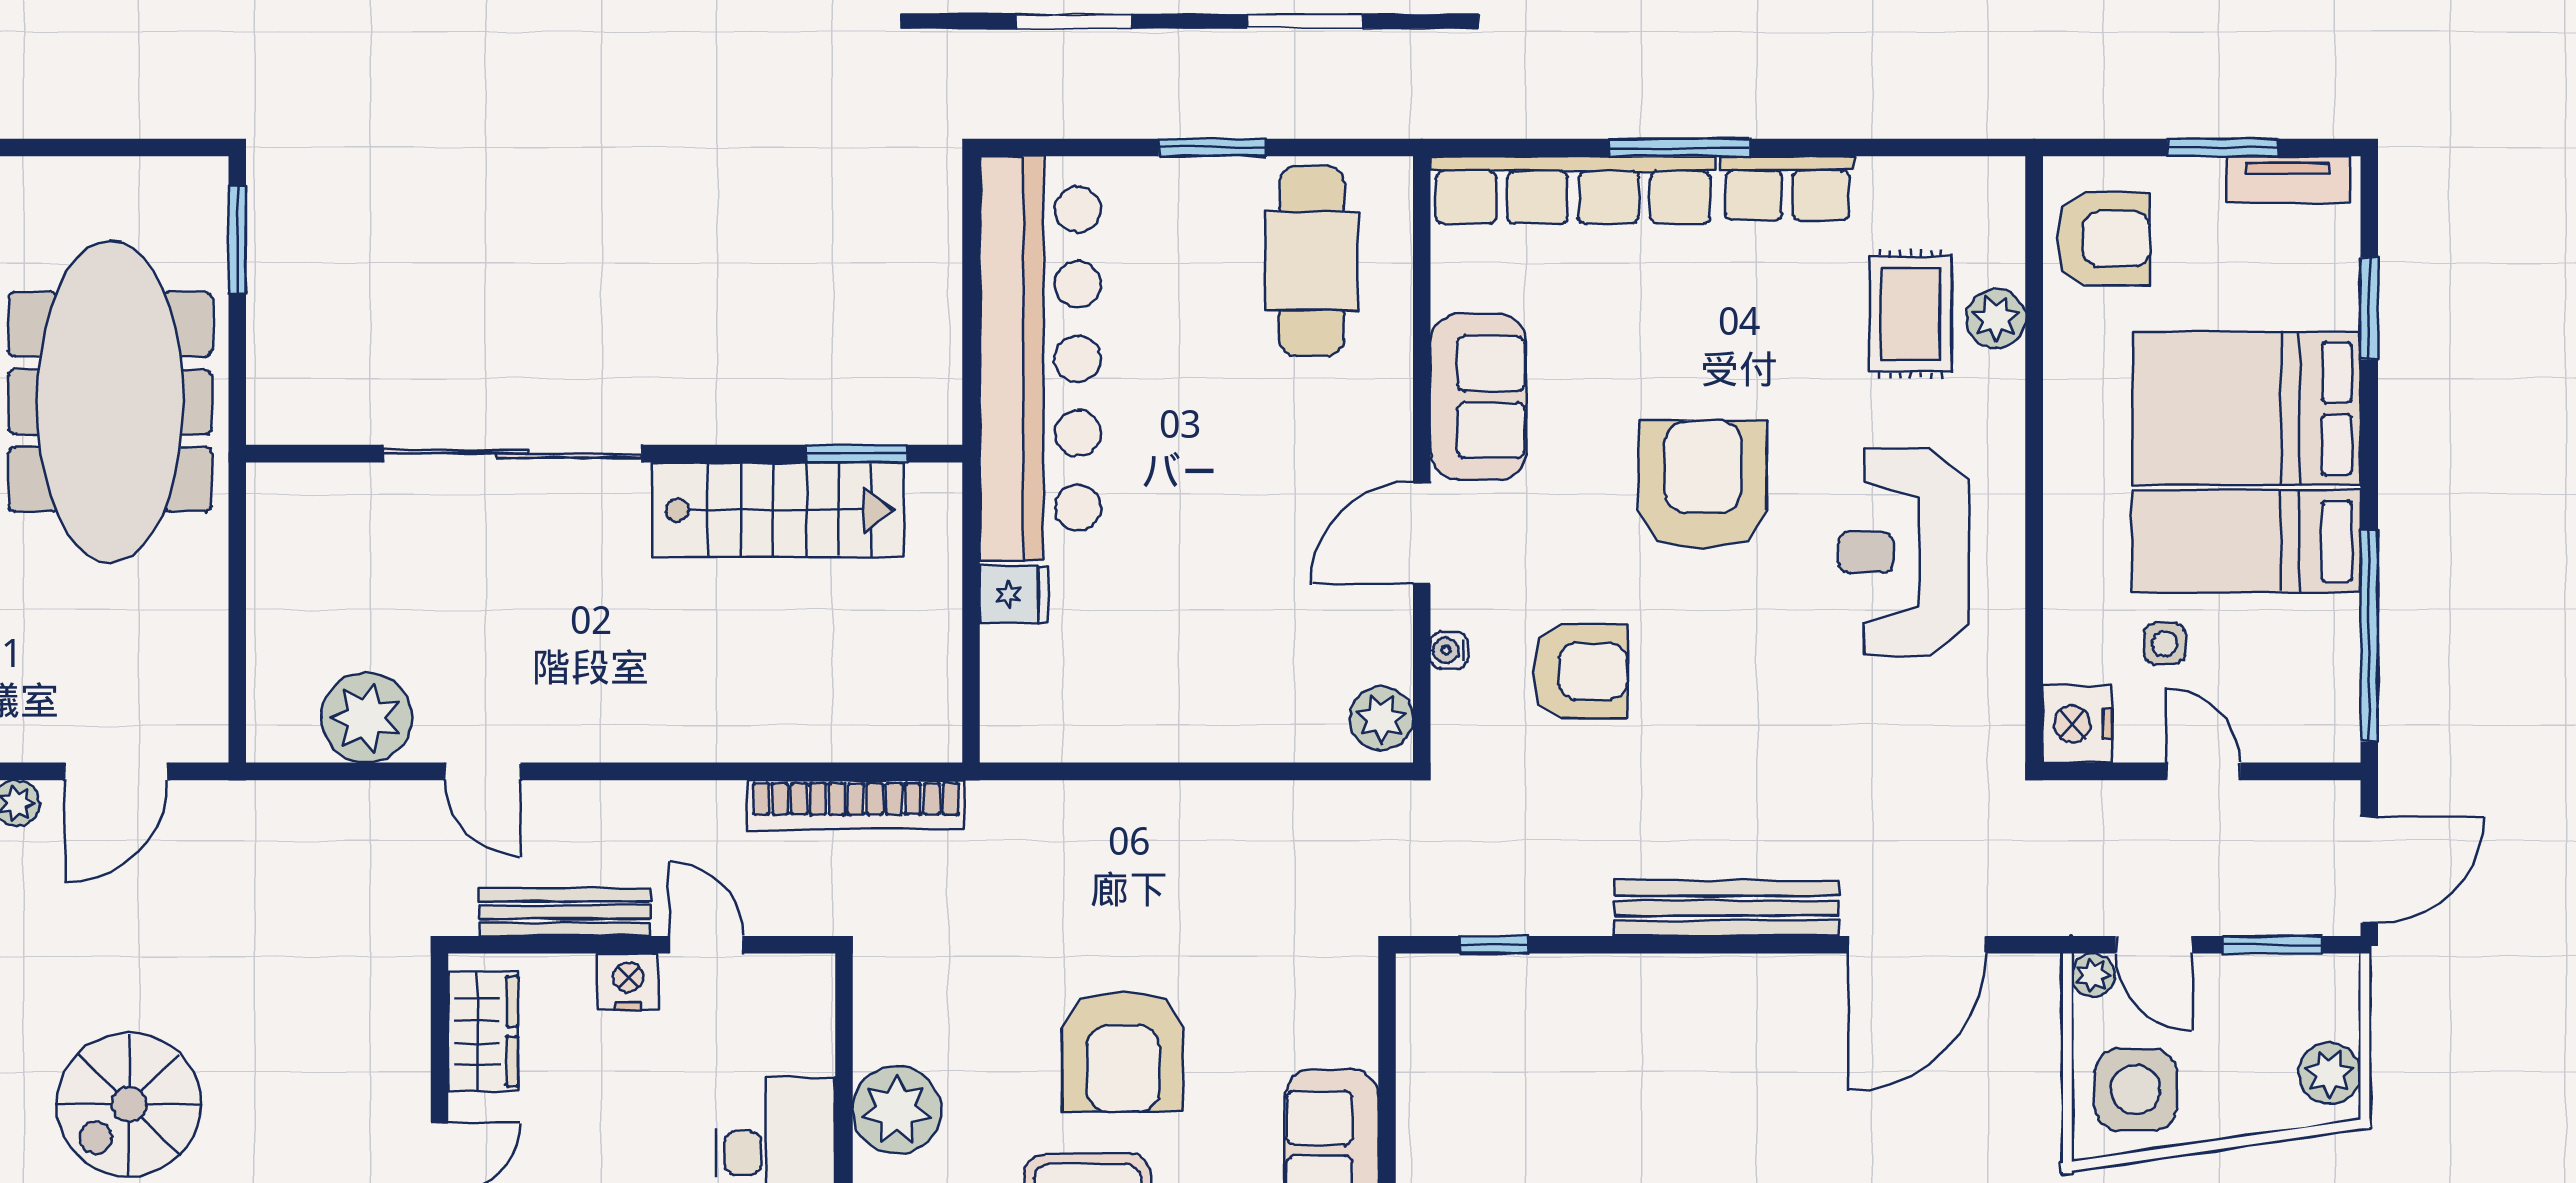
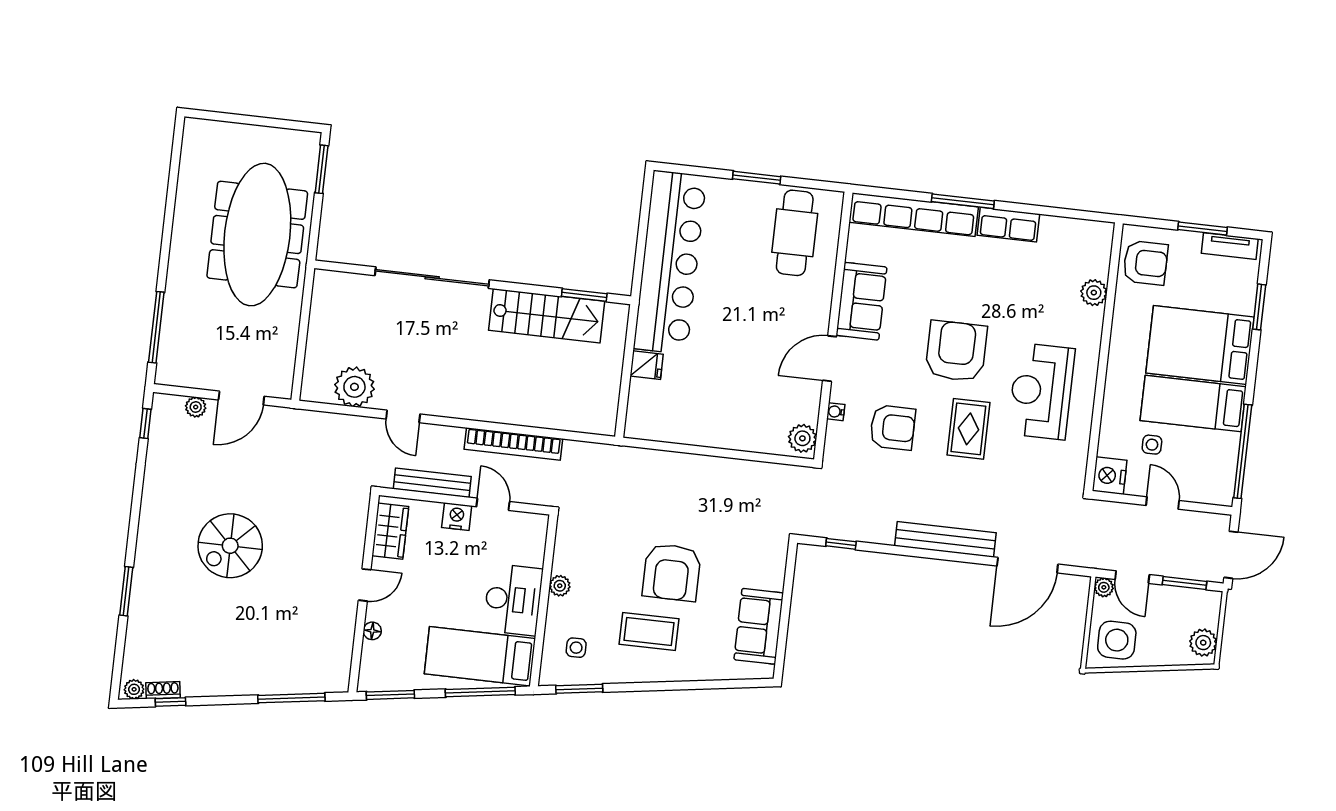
rug: (1911, 314) -> (968, 429), moved
bookcase: (856, 805) -> (513, 444), moved
plant: (897, 1110) -> (560, 586), width x0.53, depth x0.53

